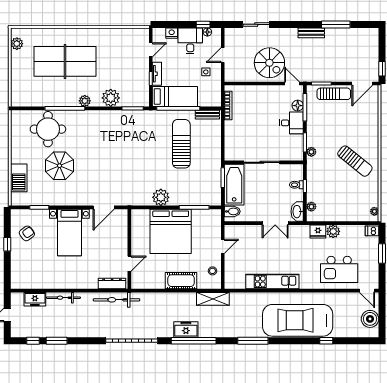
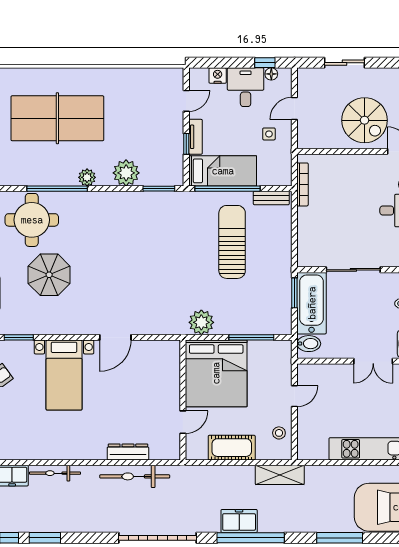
wall: (129, 249) -> (183, 400), moved
door: (129, 264) -> (183, 422), moved

